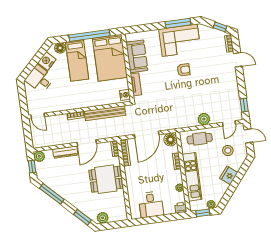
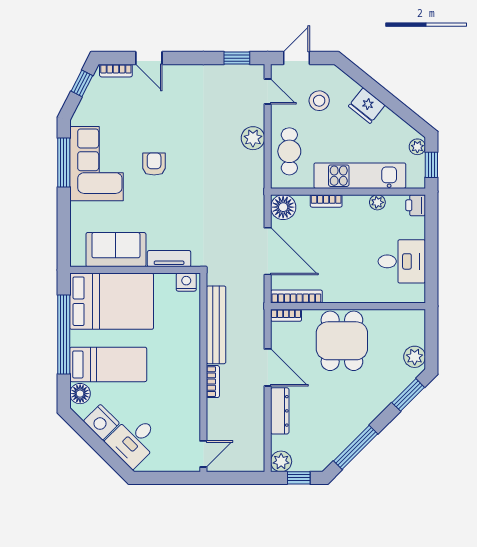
door: (238, 60) -> (149, 58), swing flipped

